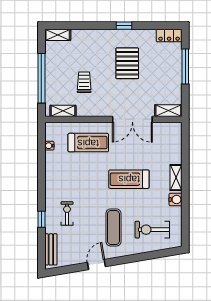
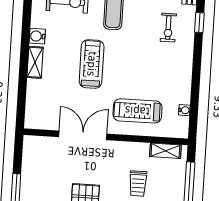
shelving: (168, 111) -> (39, 143), removed
treadmill: (129, 179) -> (92, 64), turned -90

